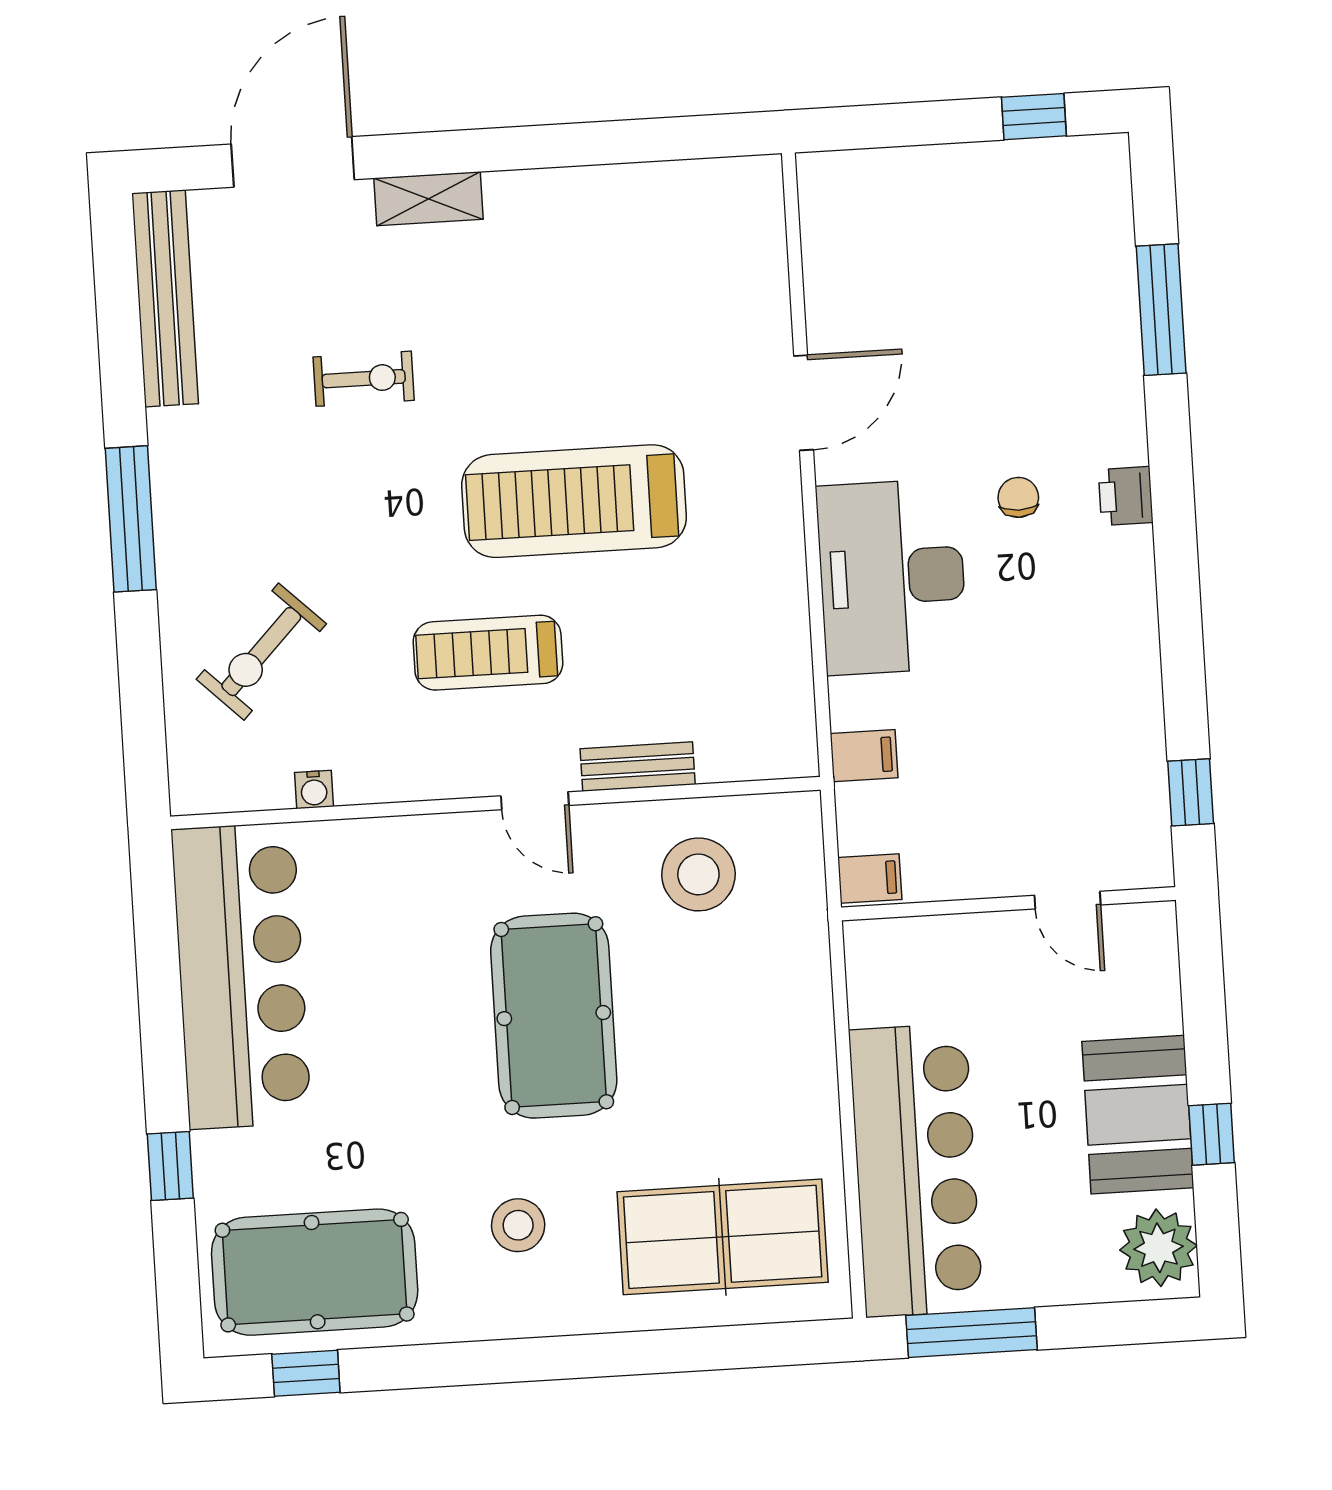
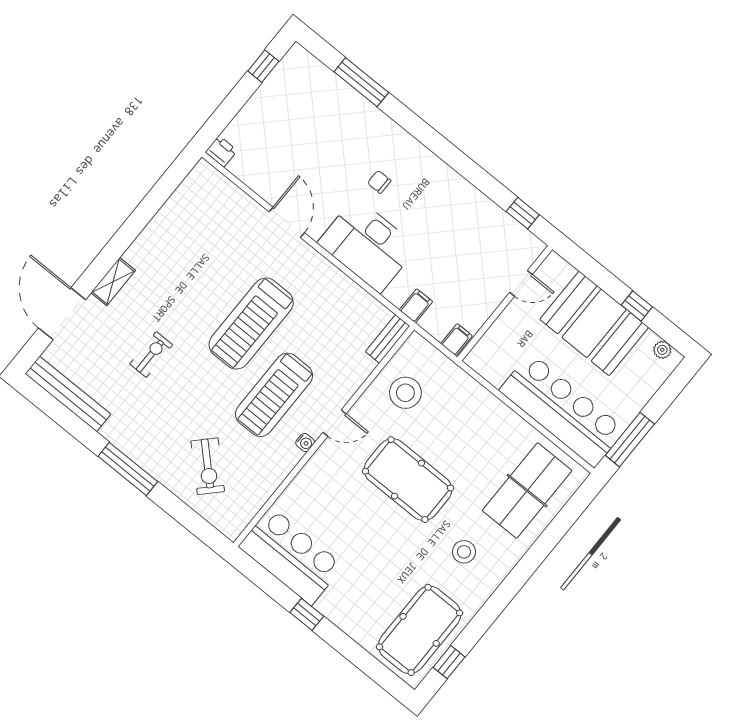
printer: (1126, 496) -> (221, 151), moved, turned 180
treadmill: (488, 653) -> (274, 395), width x1.37, depth x1.38
bench: (638, 767) -> (388, 339), moved
water cooler: (314, 790) -> (305, 443), moved
bar counter: (241, 976) -> (291, 556), width x0.73
booth: (1138, 1115) -> (594, 323), width x1.36, depth x1.42
window: (170, 1166) -> (307, 614), moved
plant: (1158, 1248) -> (662, 350), width x0.53, depth x0.53

